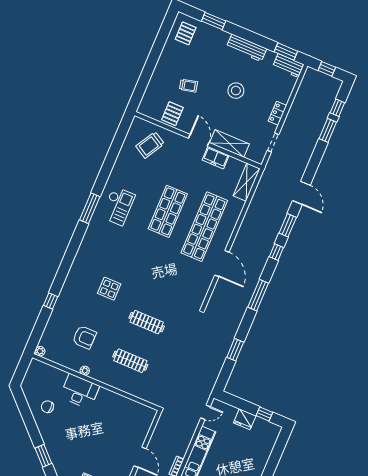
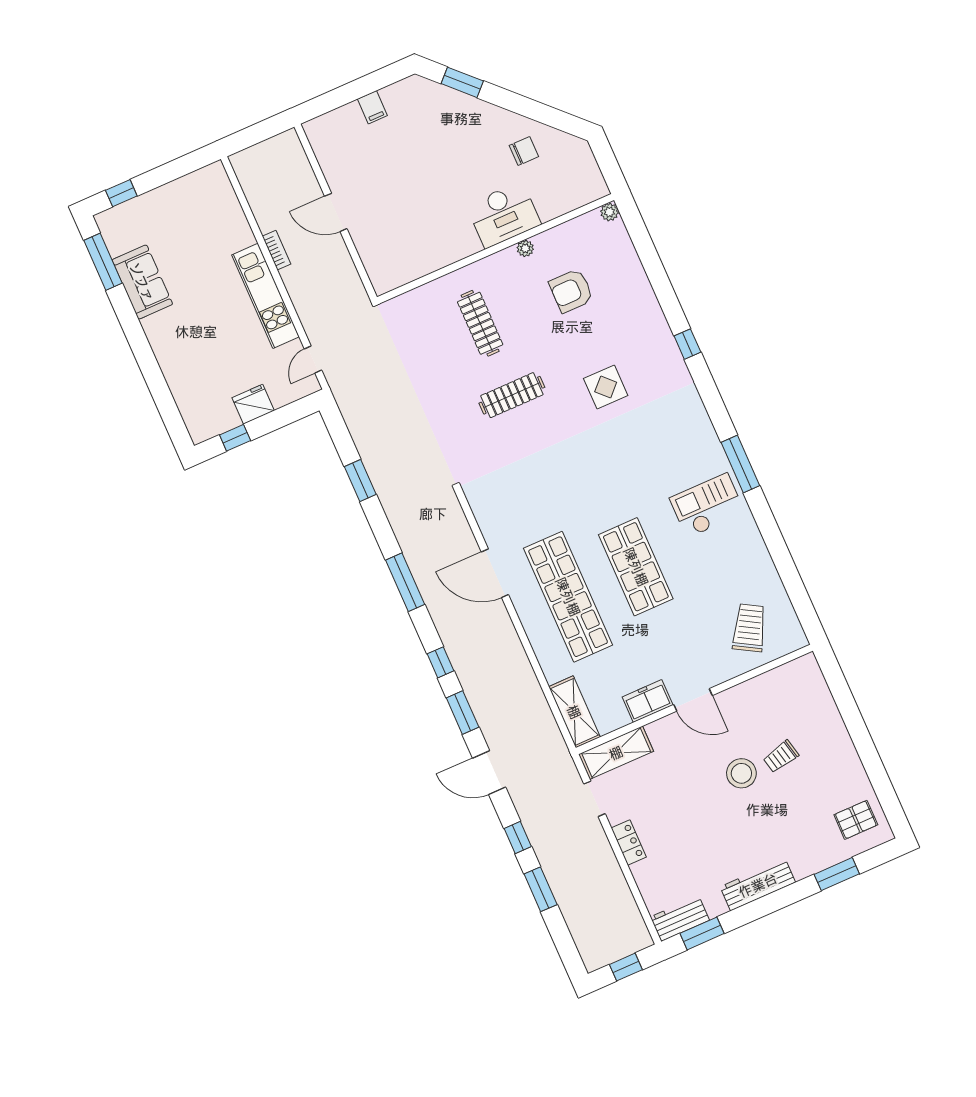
pallet: (186, 33) -> (856, 820), turned 90
stool: (236, 91) -> (741, 773), moved
window: (337, 108) -> (518, 838), moved
pallet: (172, 114) -> (763, 699), removed
shelving: (229, 143) -> (616, 753), moved
checkout: (118, 206) -> (707, 506), turned 90
window: (51, 301) -> (687, 344), moved
clothes rail: (130, 361) -> (480, 323), turned 90

